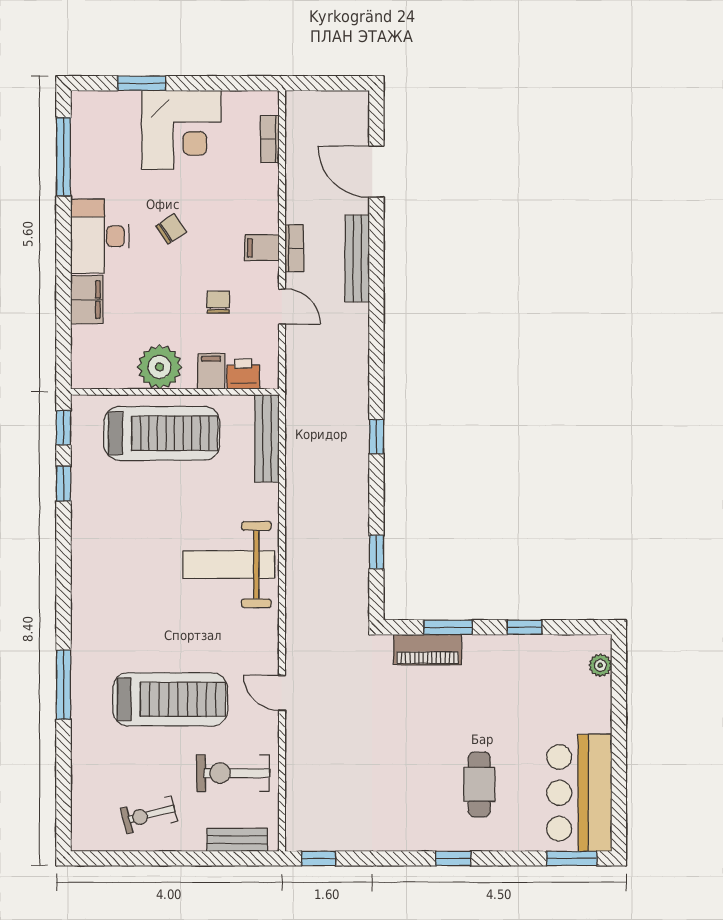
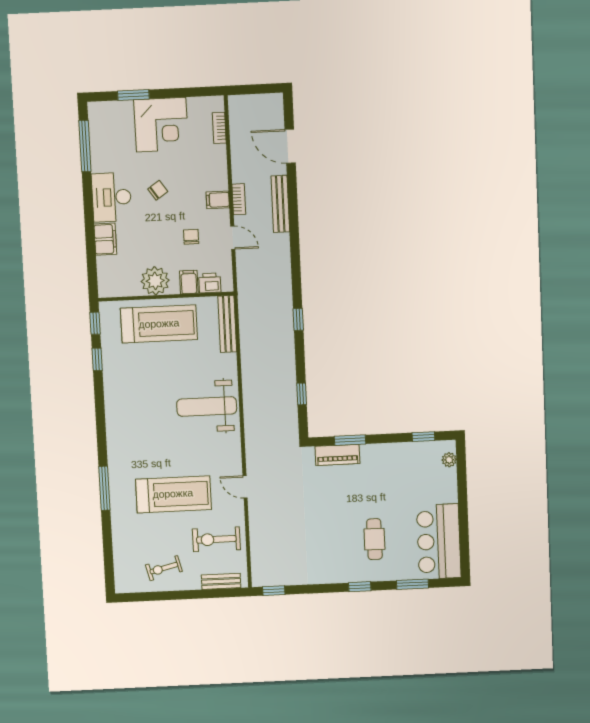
window: (525, 627) -> (423, 437), moved
window: (572, 858) -> (413, 584), moved

